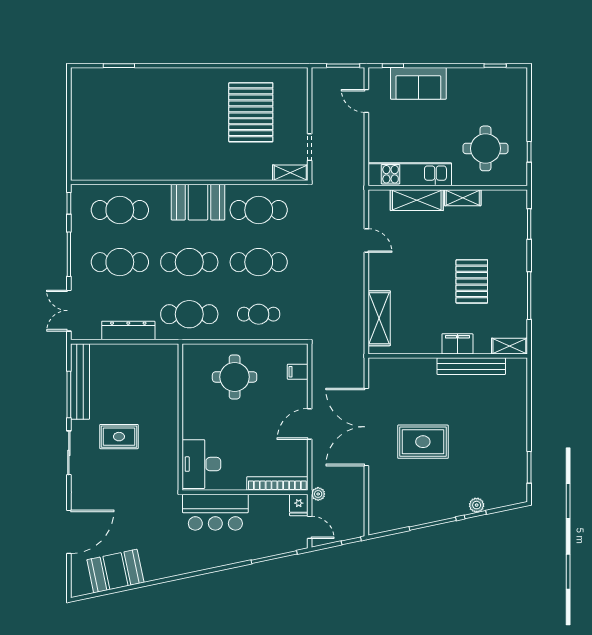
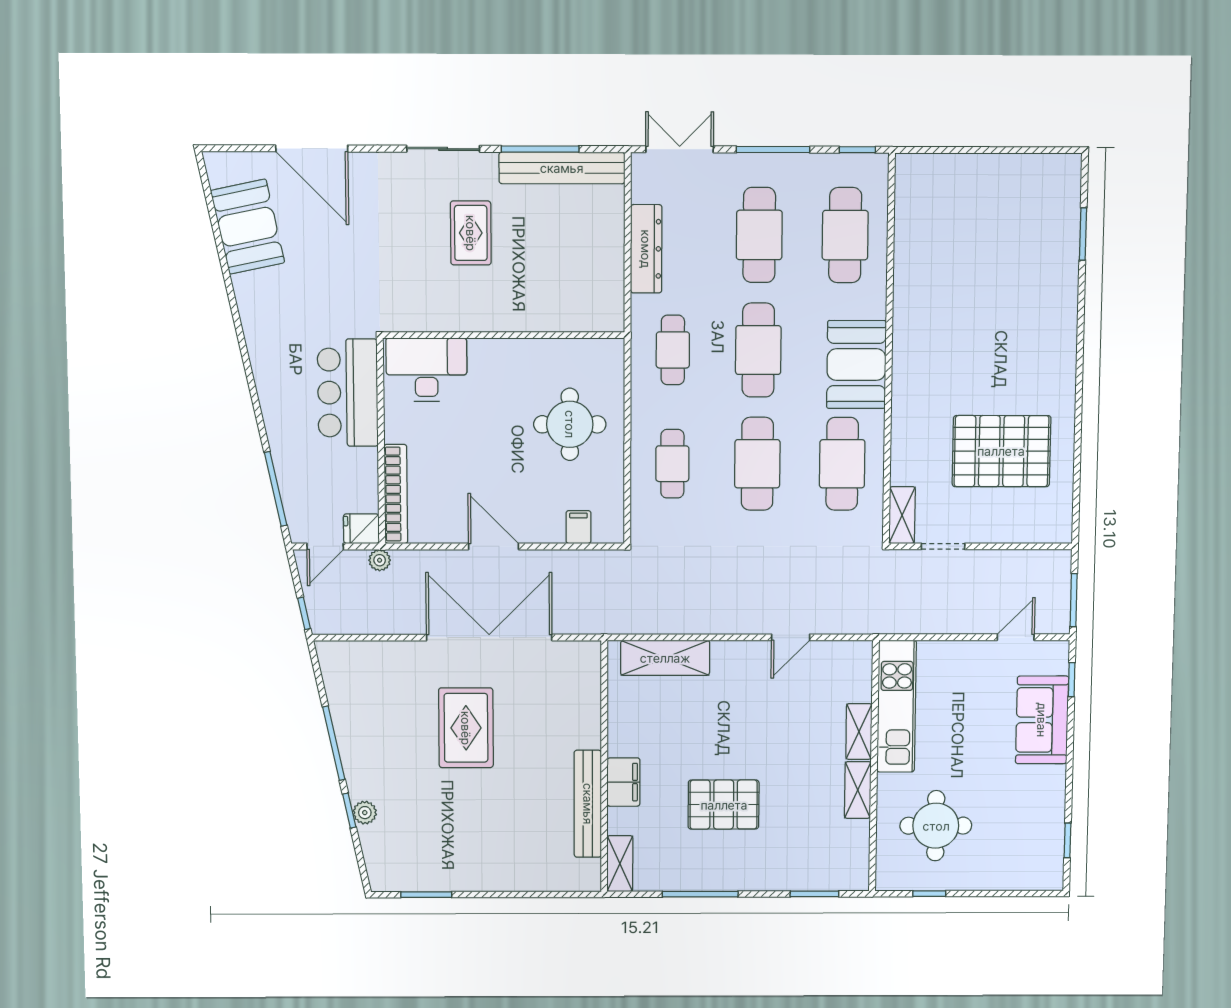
shelving: (417, 200) -> (859, 731), width x0.67, depth x0.75
cafe table: (189, 314) -> (673, 350), width x0.73, depth x0.74

